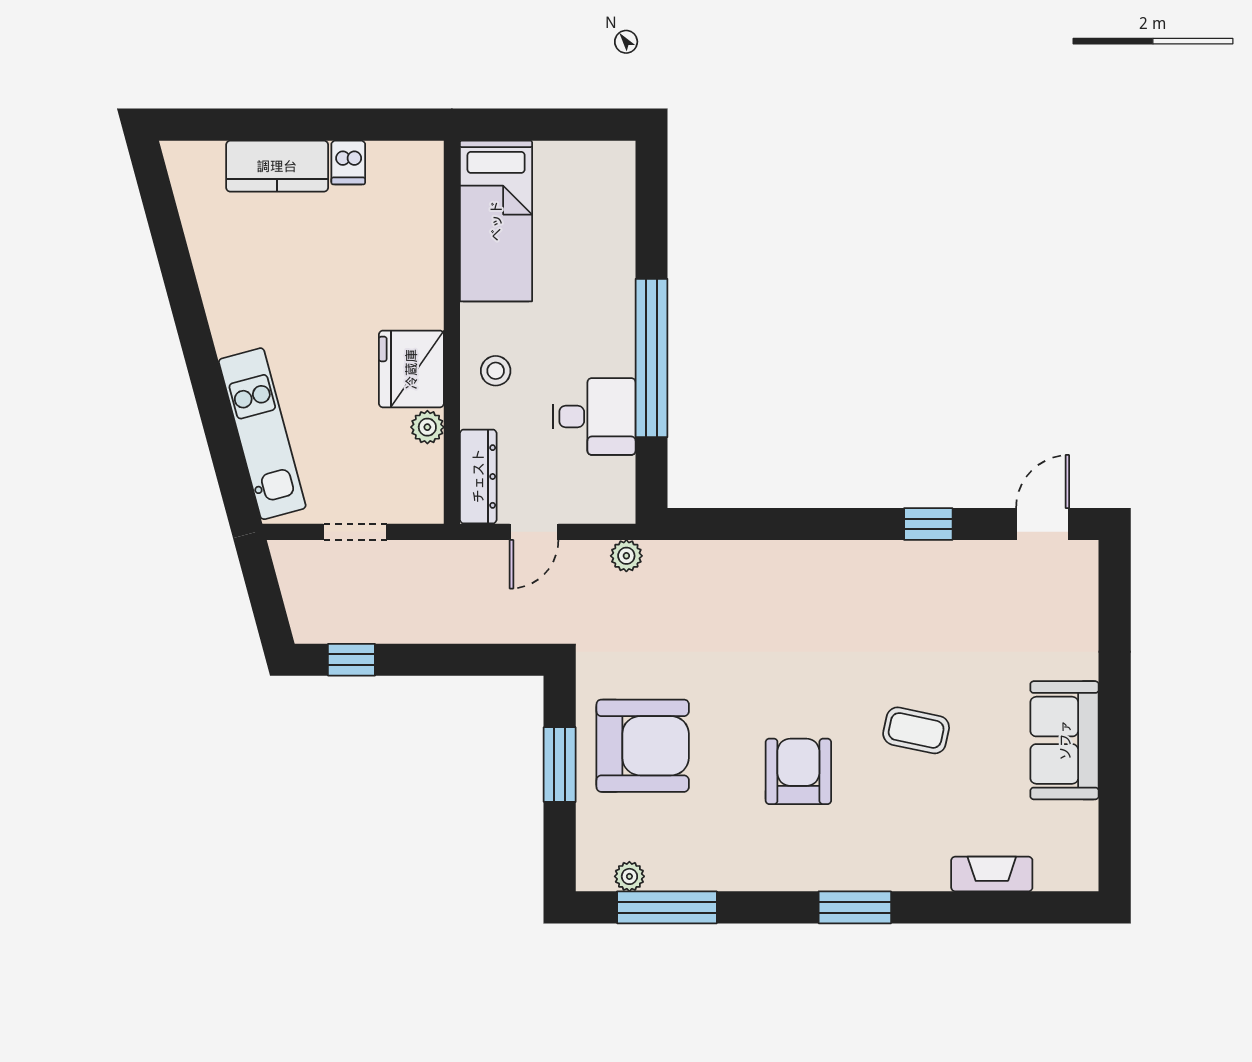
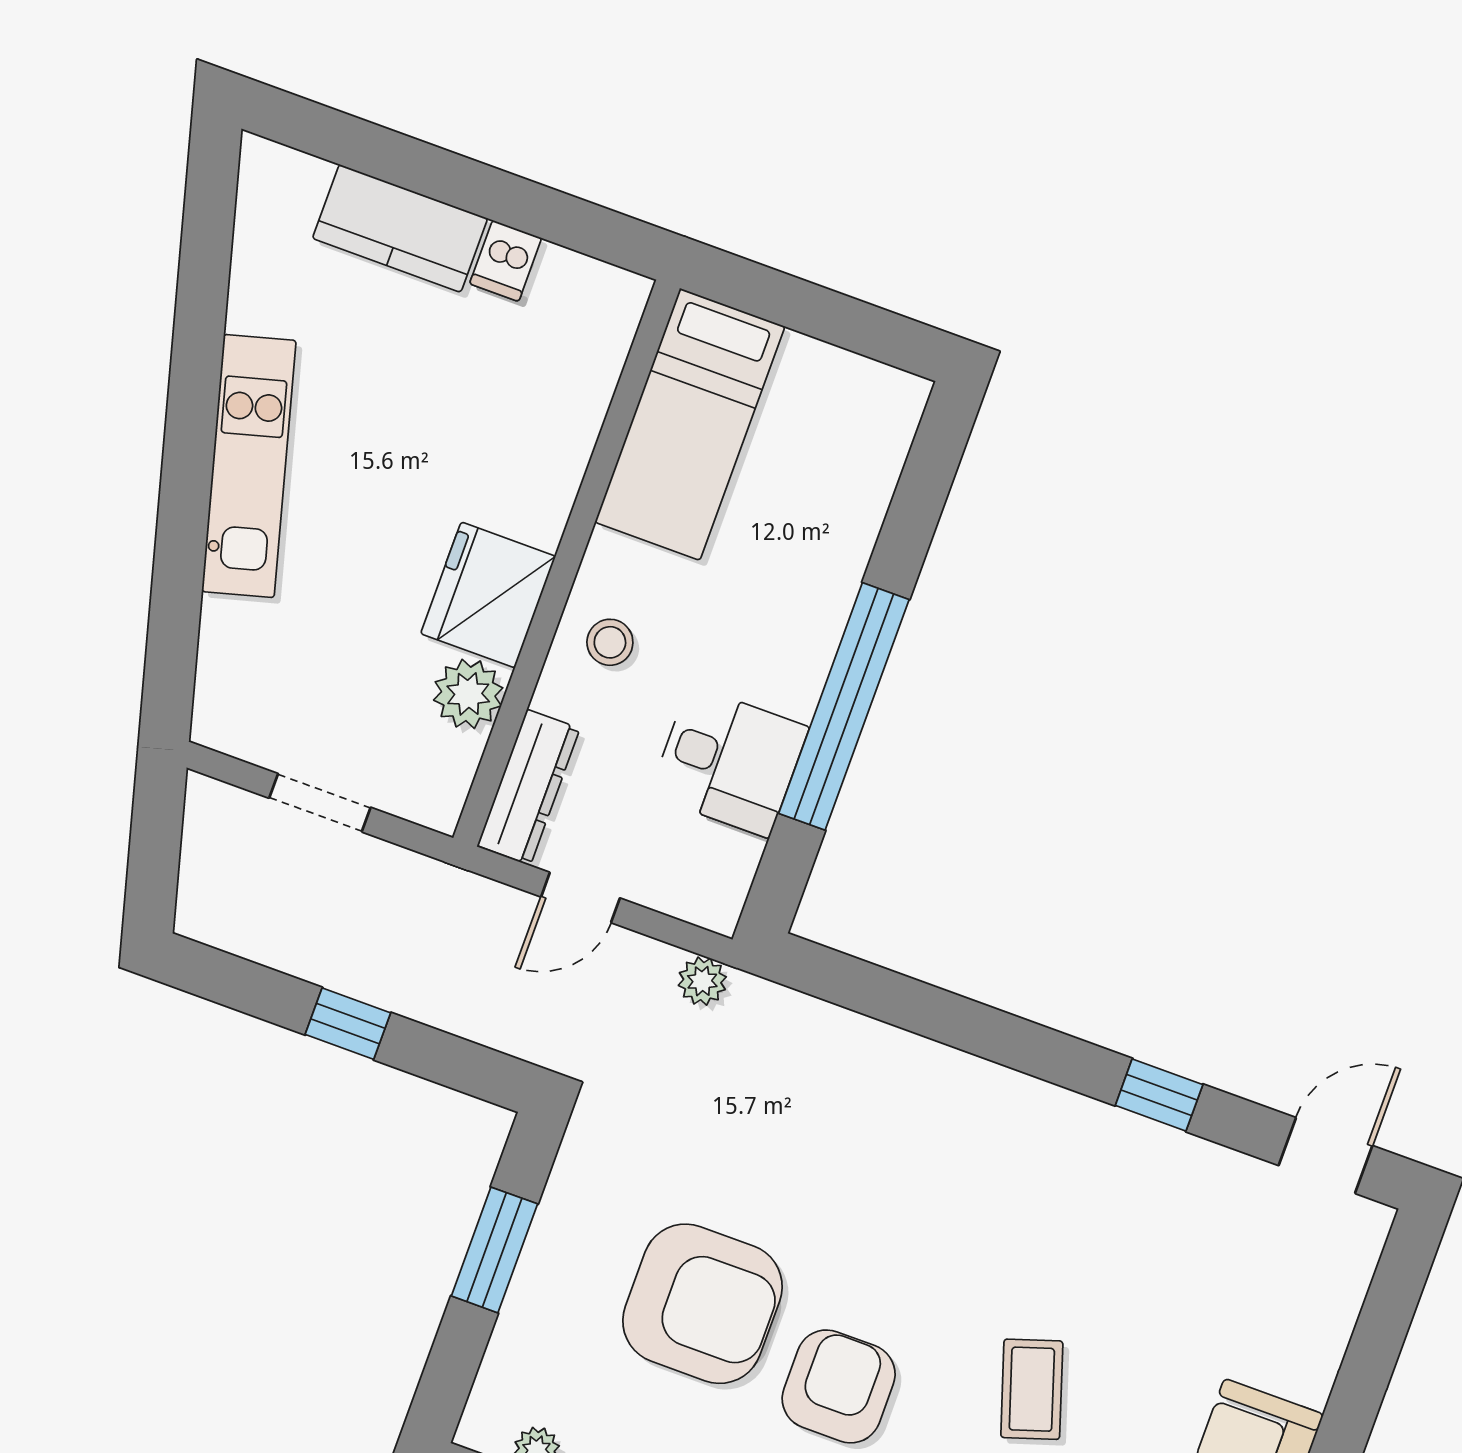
plant: (427, 427) -> (468, 694), width x1.38, depth x1.38
kitchen unit: (262, 434) -> (249, 466), moved
window: (351, 660) -> (348, 1024), moved
coffee table: (916, 730) -> (1032, 1389), turned 60
armchair: (643, 746) -> (702, 1304), moved

